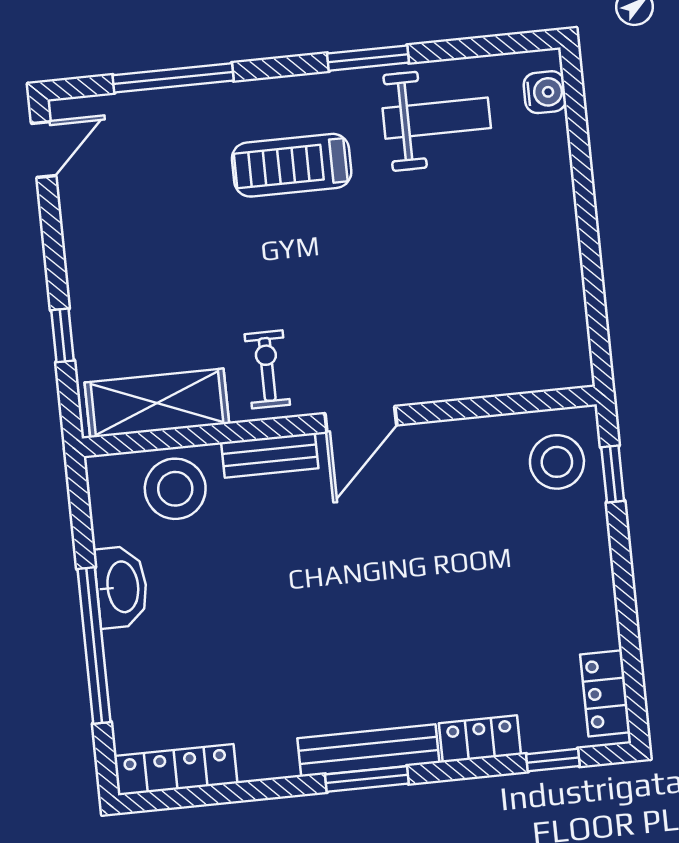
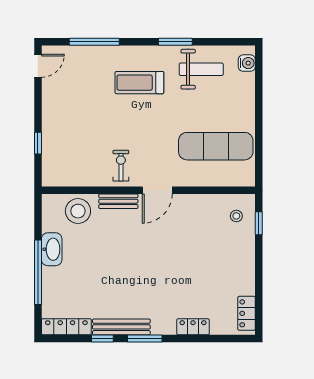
exercise mat: (491, 299) -> (216, 146), added
shelving: (157, 403) -> (74, 175), removed
stool: (557, 462) -> (236, 216), width x0.53, depth x0.53
bench: (368, 750) -> (121, 327), moved
window: (553, 760) -> (102, 339), moved

